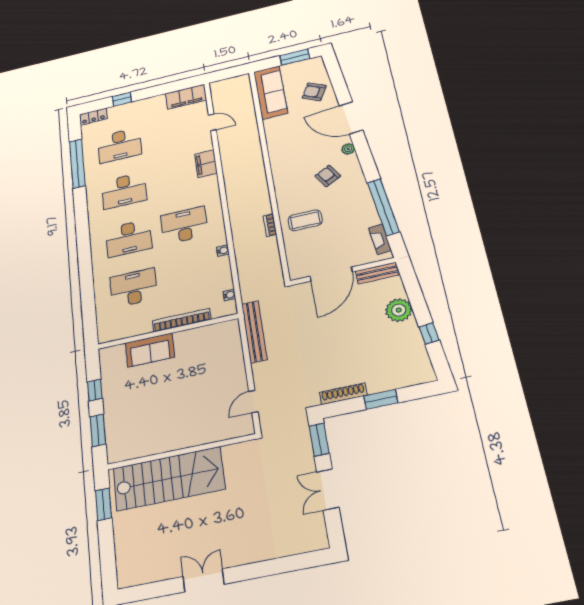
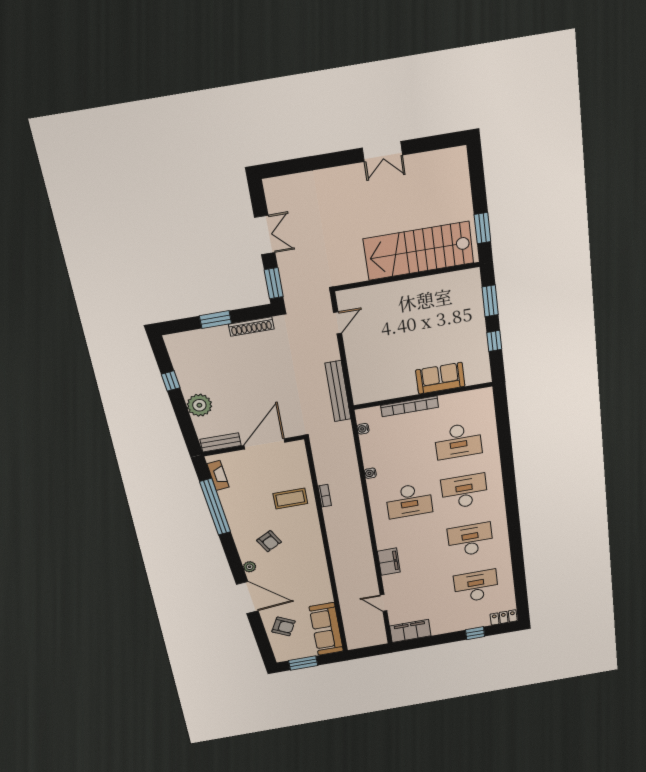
window: (77, 164) -> (519, 570), removed

